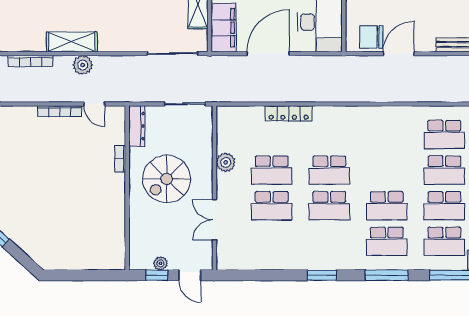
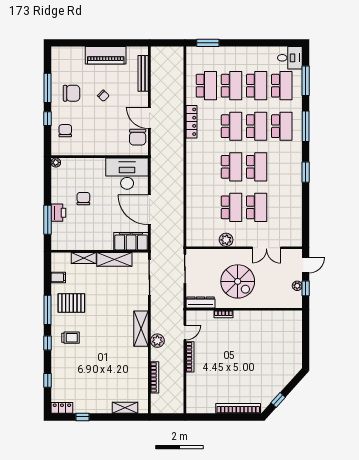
shelving: (72, 42) -> (141, 329), moved
locker: (289, 113) -> (191, 122), moved
school desk: (387, 170) -> (231, 126), added

